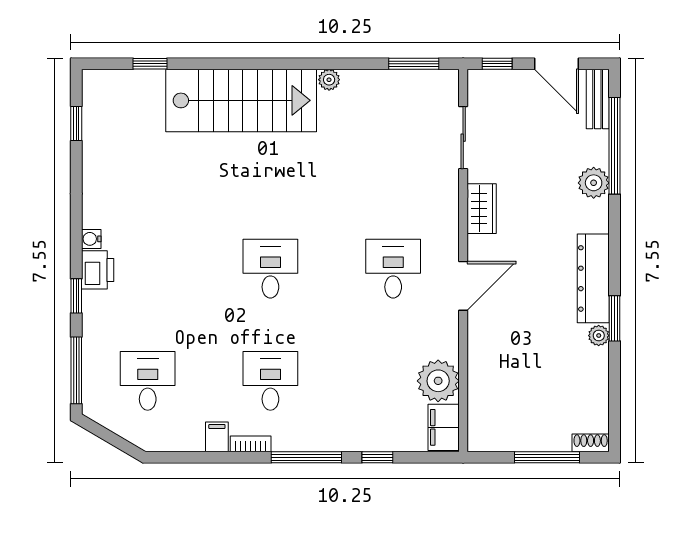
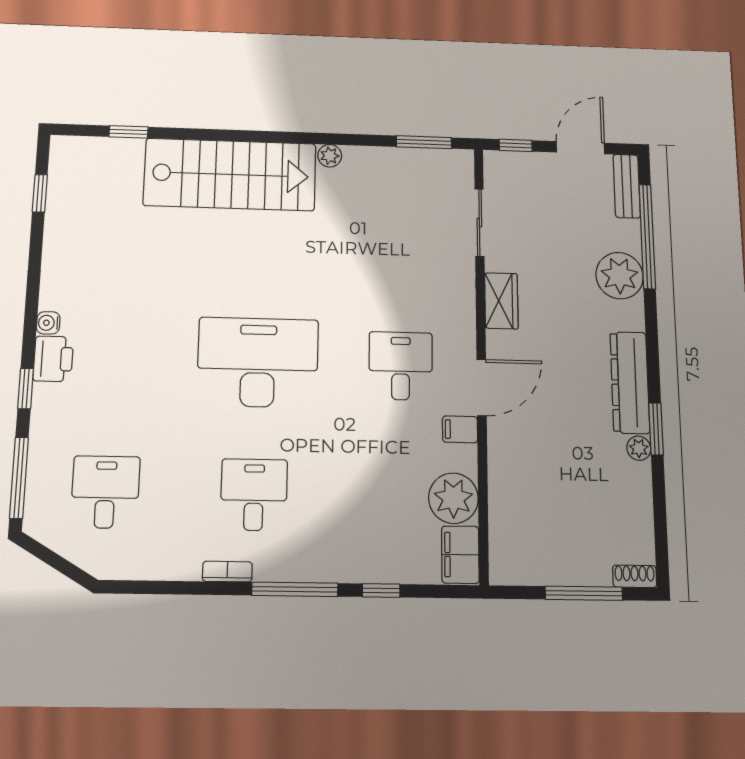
door: (556, 64) -> (580, 148), swing flipped
plant: (594, 183) -> (620, 276), width x1.36, depth x1.36
desk: (270, 269) -> (258, 362), width x1.87, depth x1.30
filing cabinet: (217, 437) -> (460, 429), moved, turned -90

